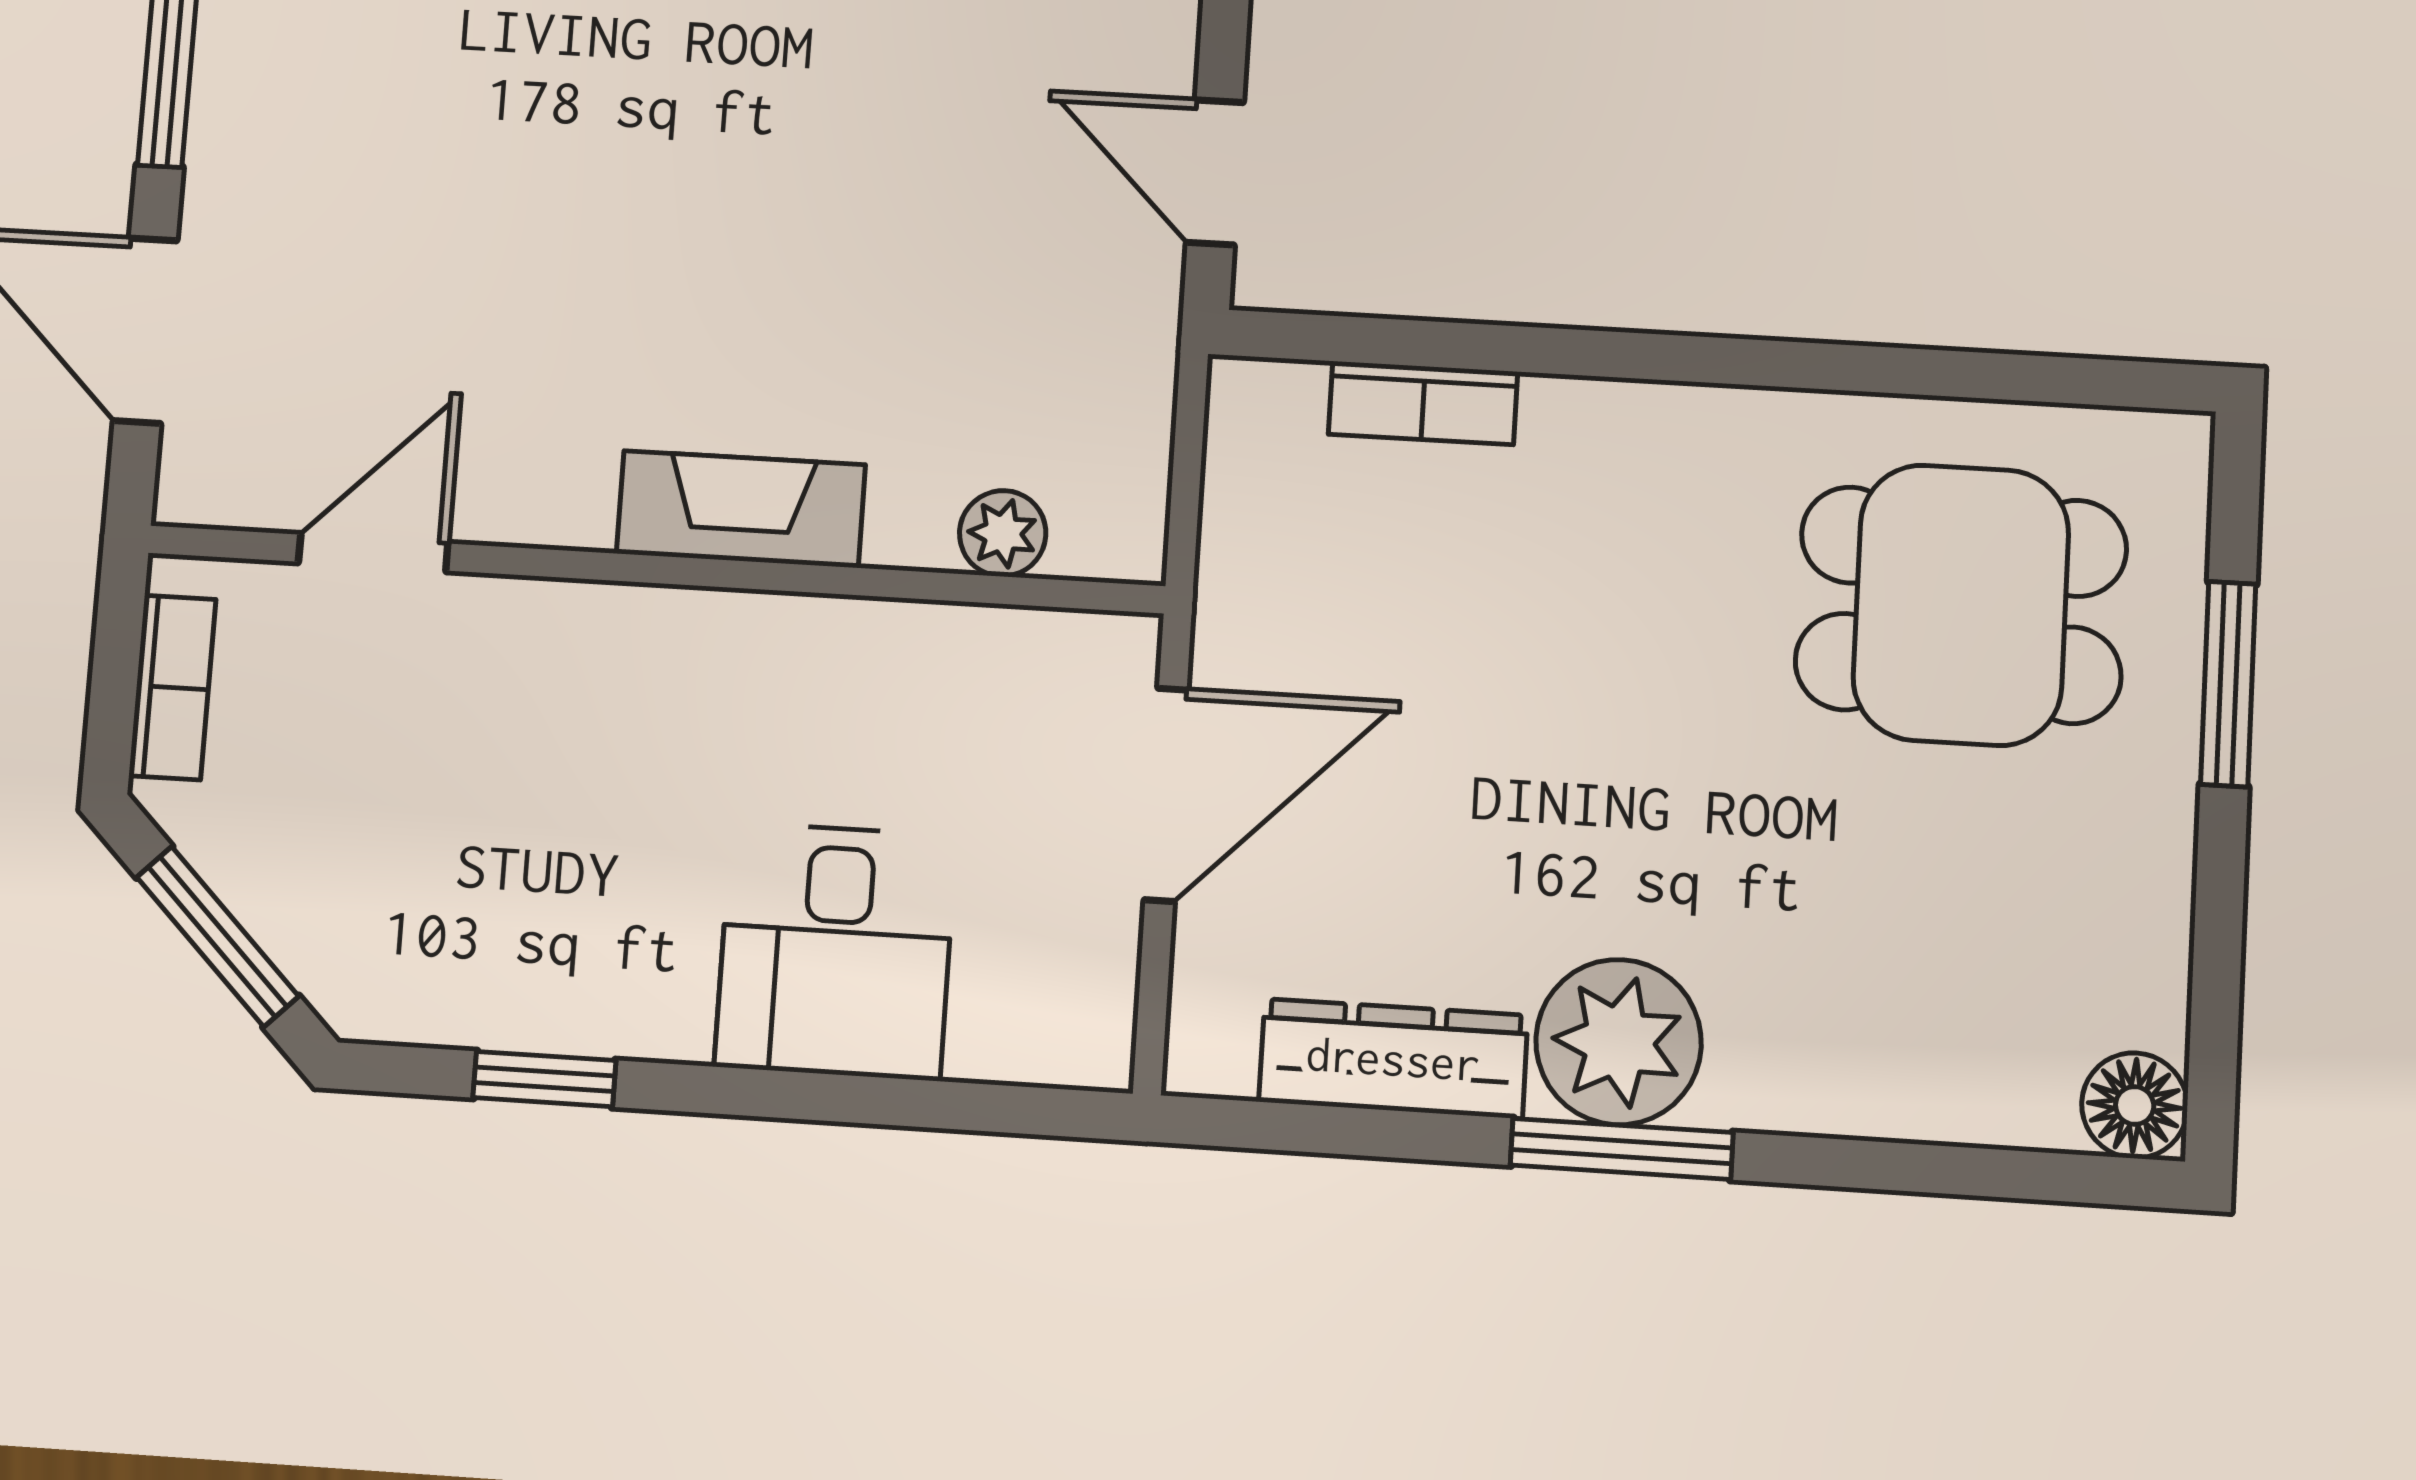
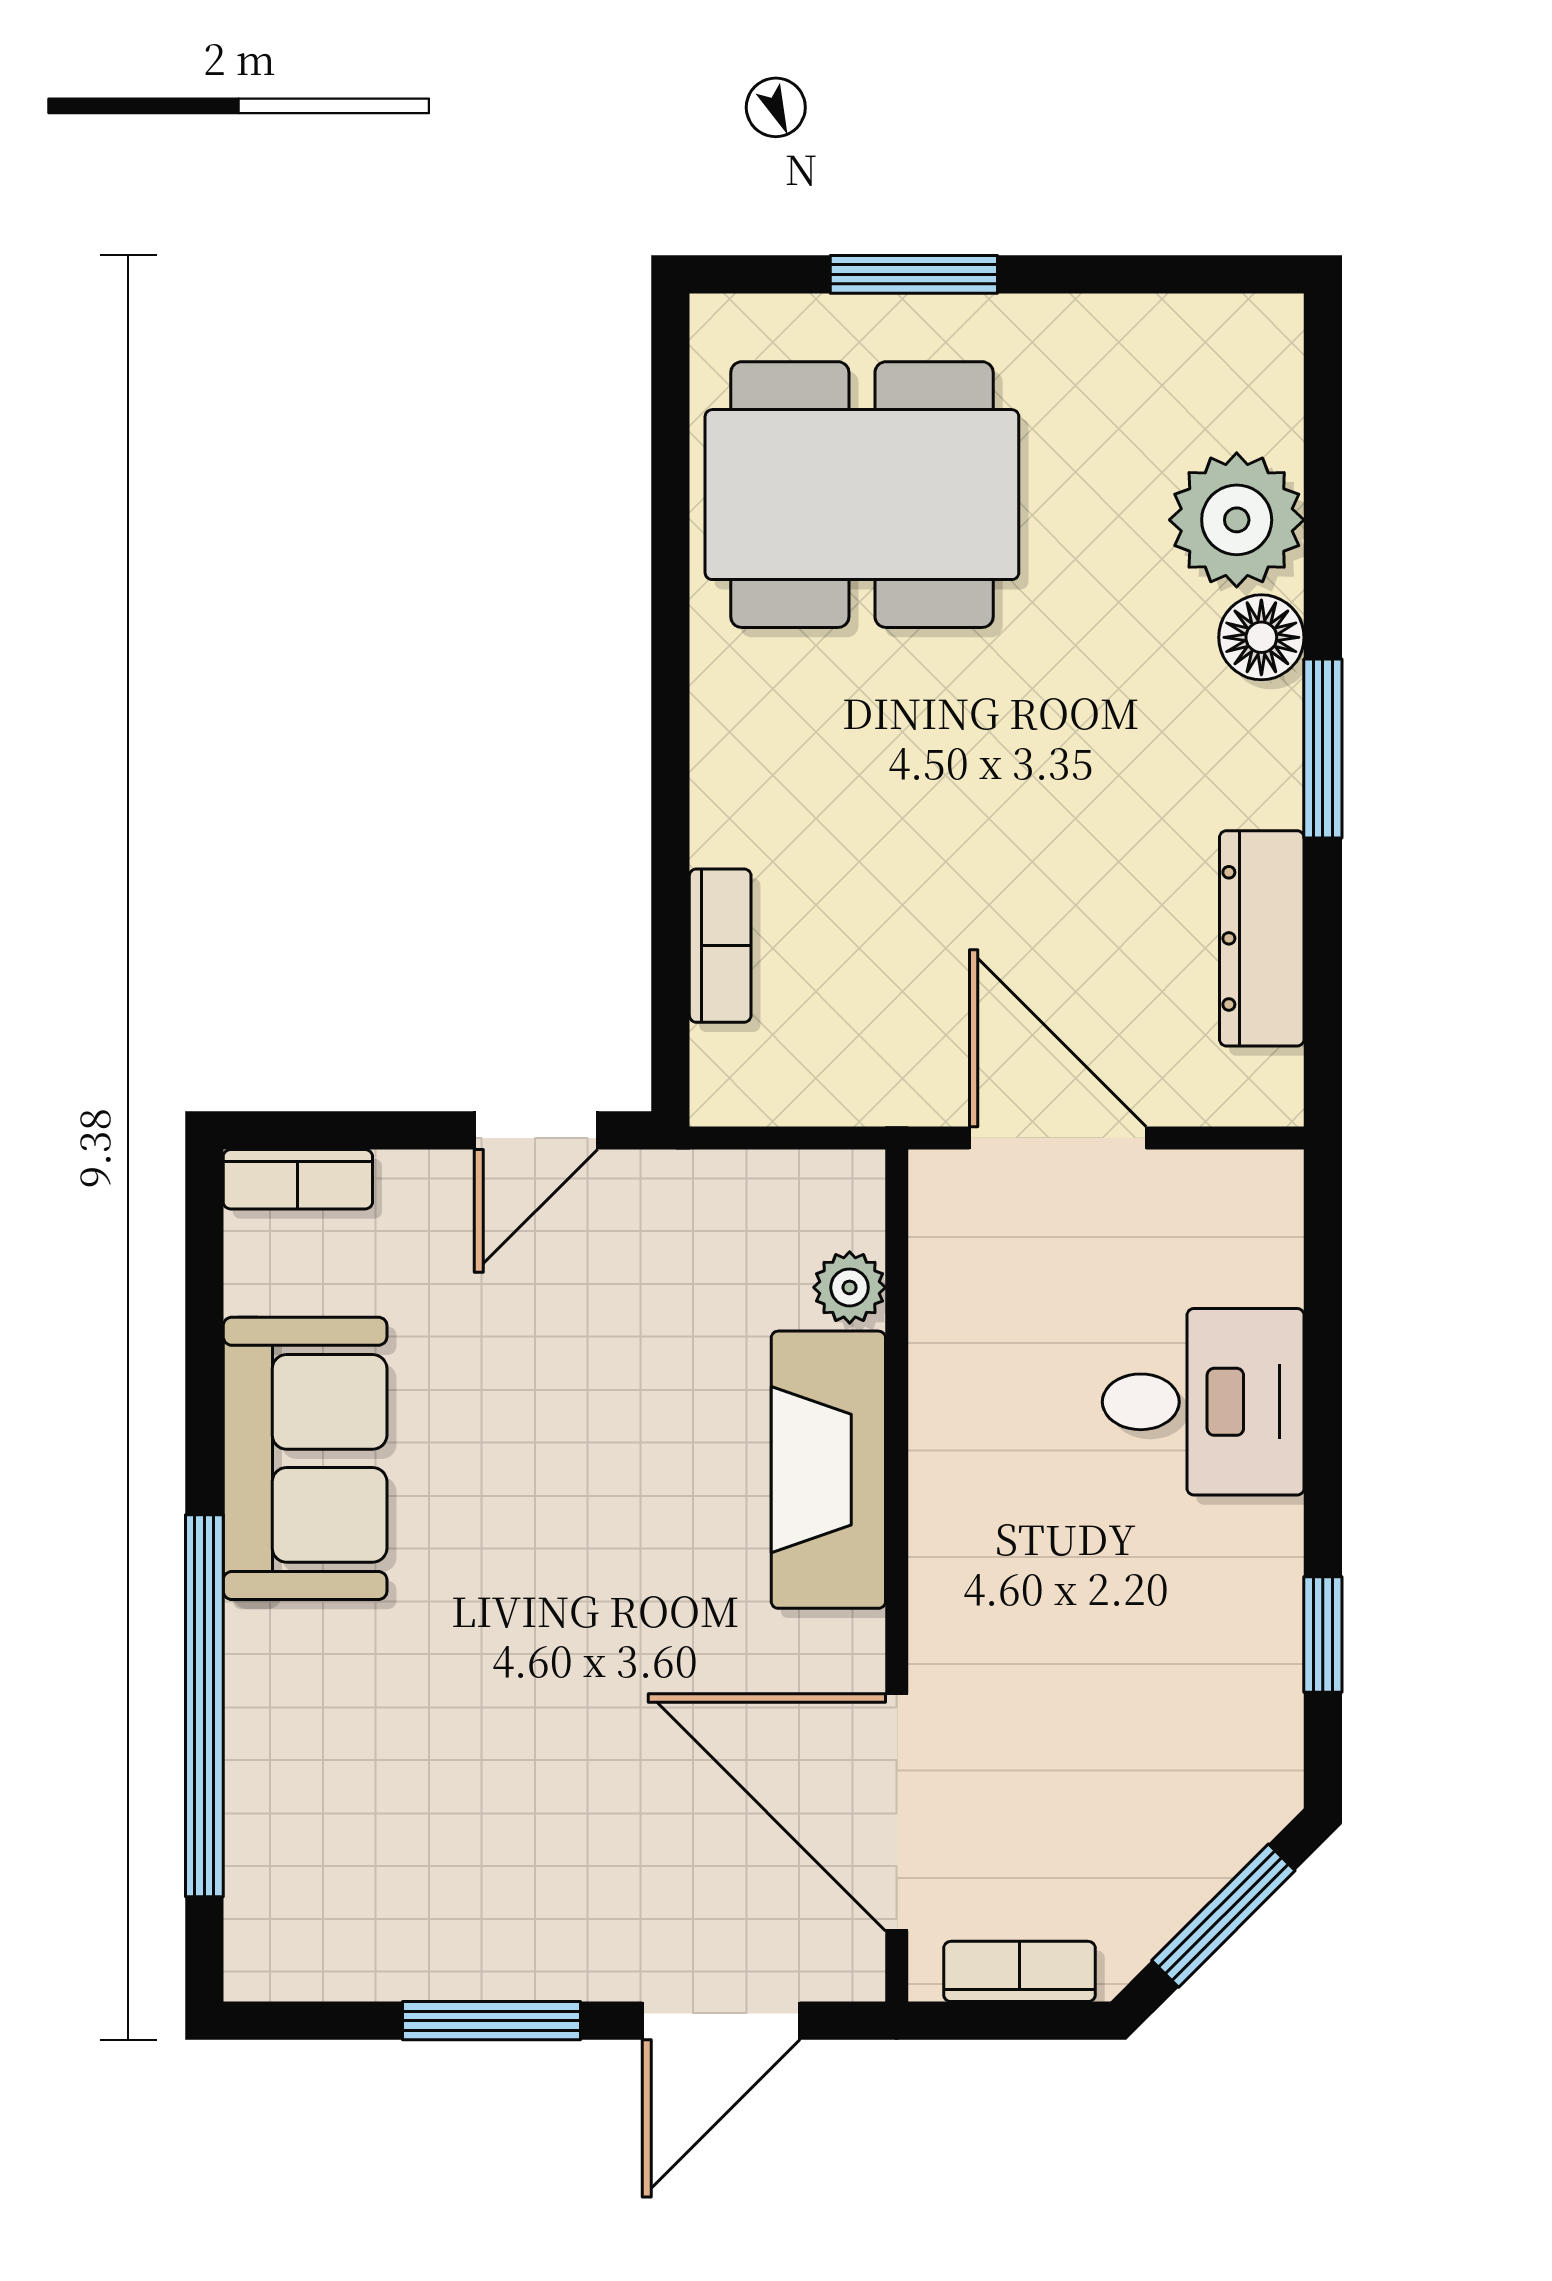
fireplace: (741, 509) -> (828, 1470), width x1.37, depth x1.32
door: (373, 553) -> (897, 1812), width x1.88
dining table: (1961, 605) -> (862, 495), width x1.38
plant: (1619, 1042) -> (1237, 520), moved
floor lamp: (2135, 1105) -> (1261, 637), moved

